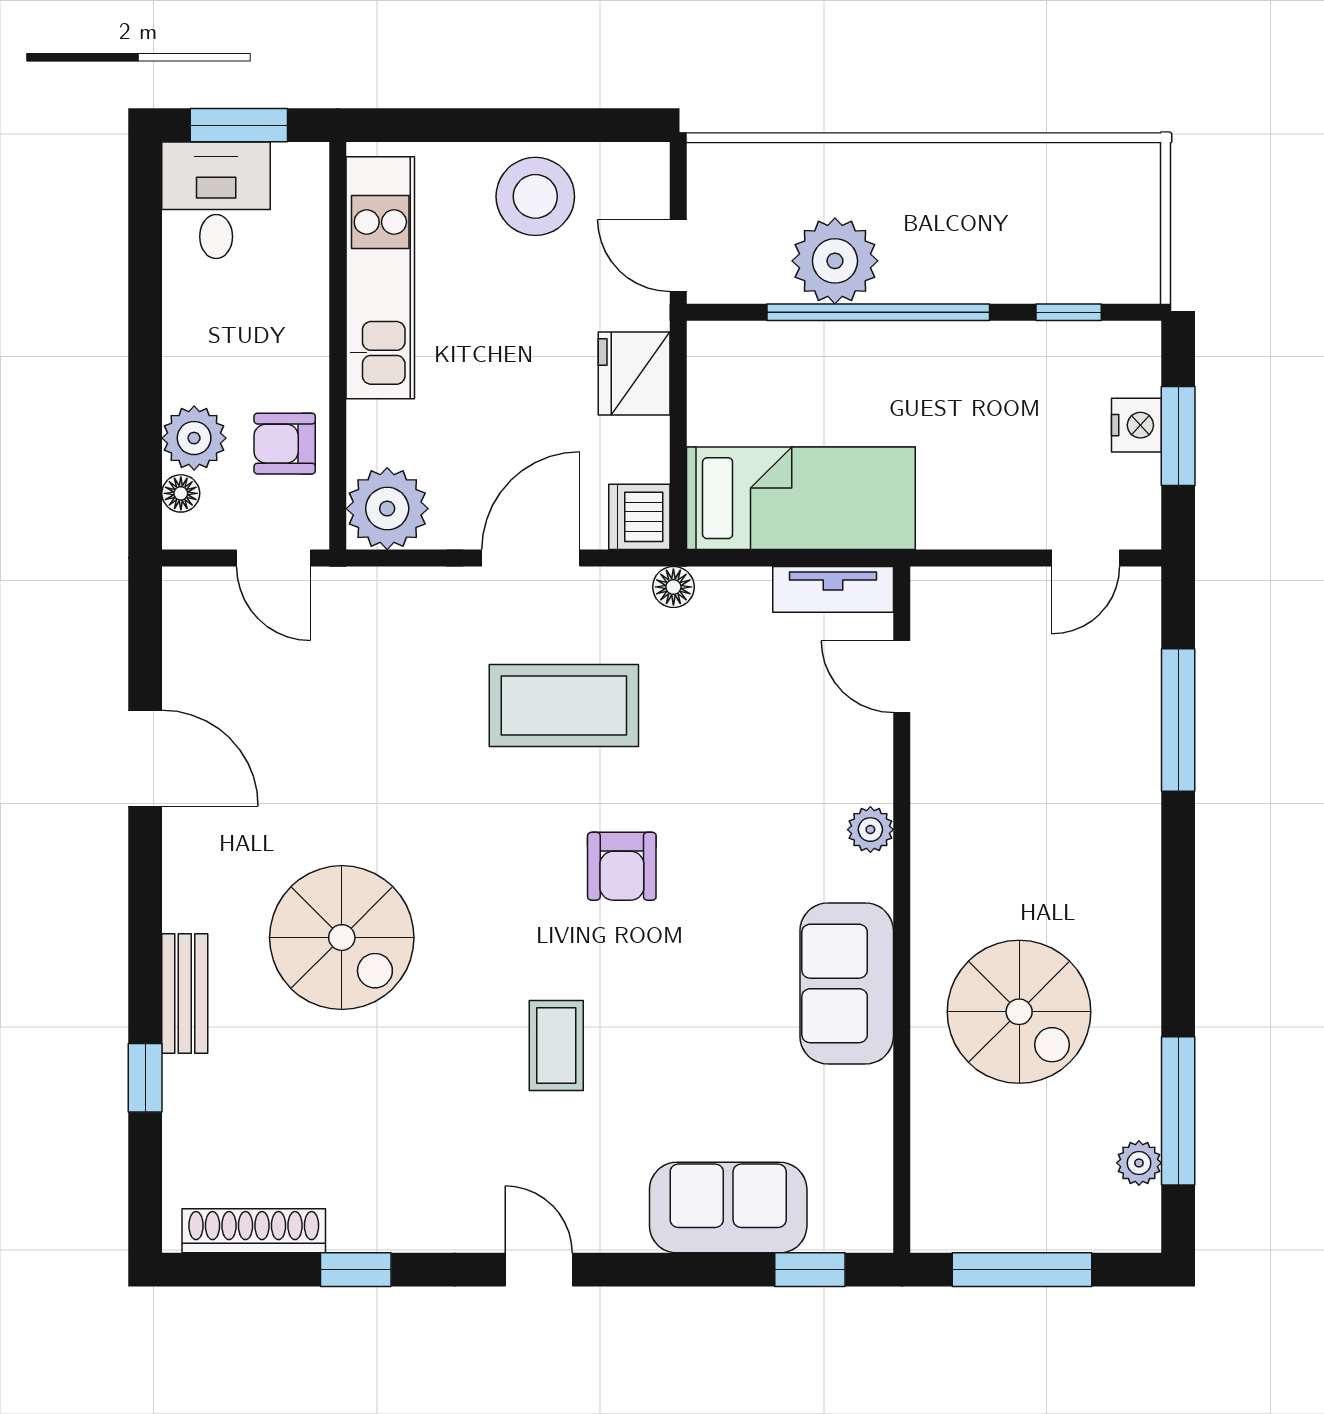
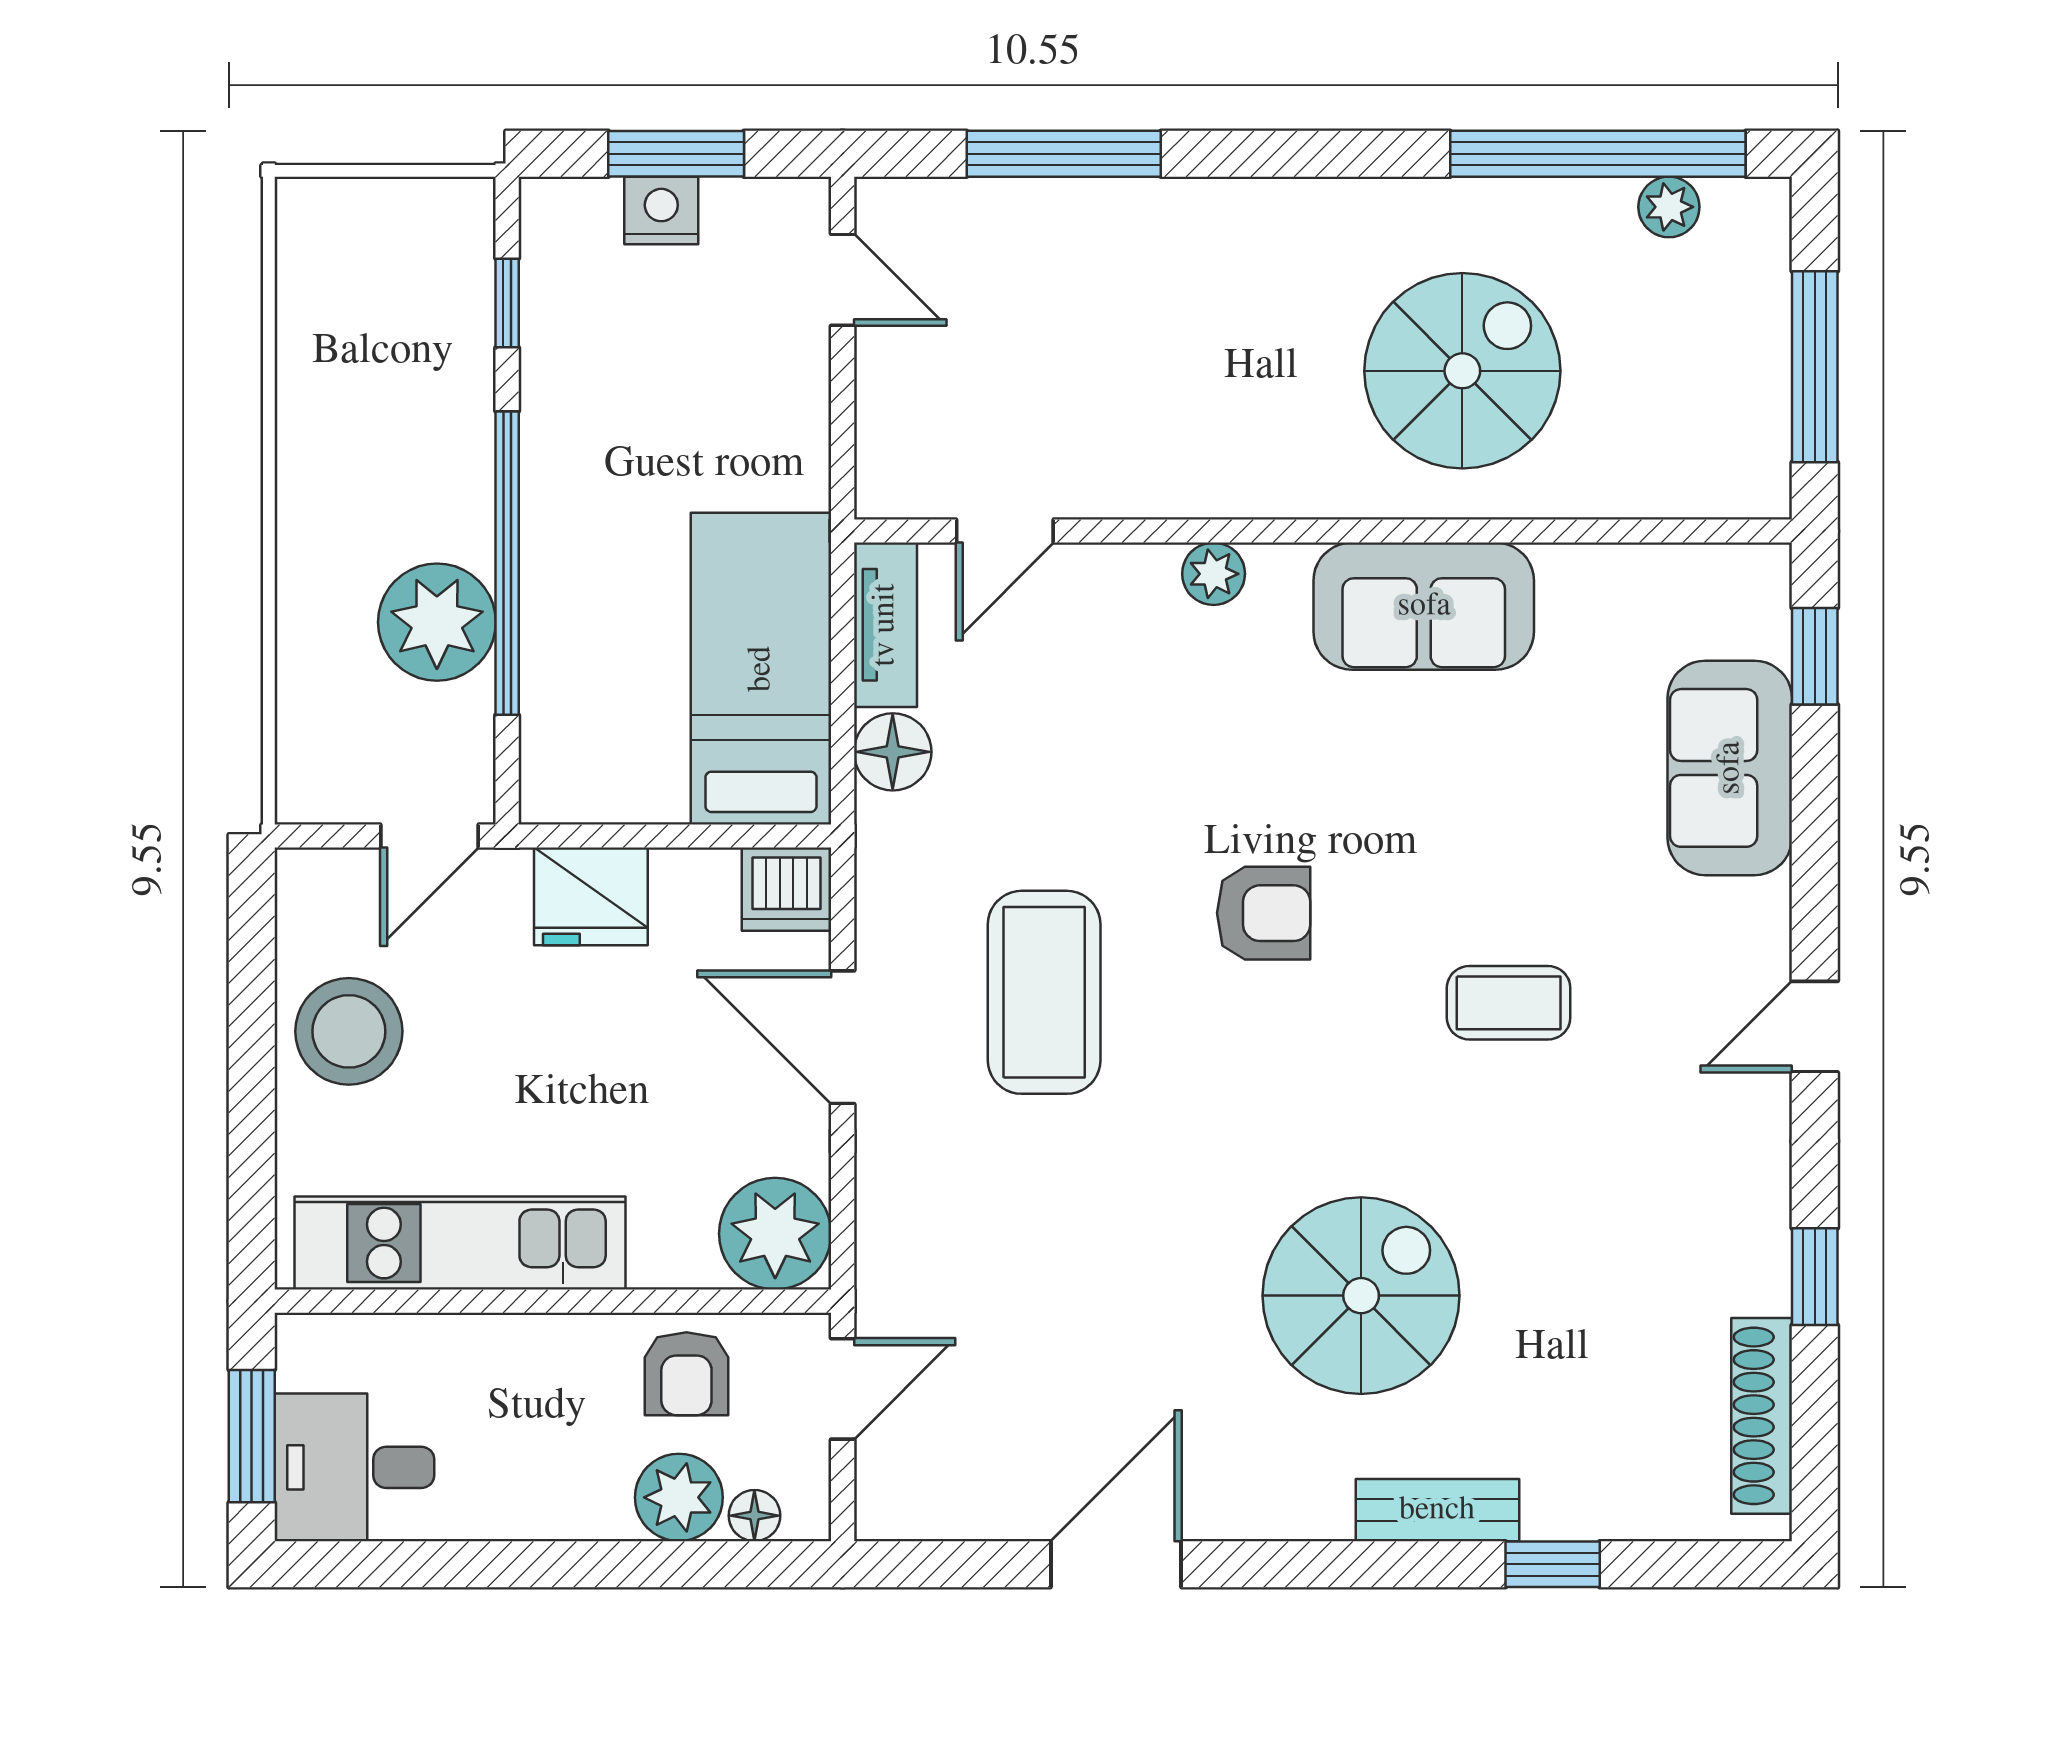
floor lamp: (673, 587) -> (893, 752), moved, width x1.37, depth x1.37
window: (1178, 1111) -> (1598, 154), width x1.46

